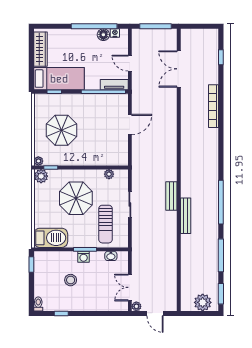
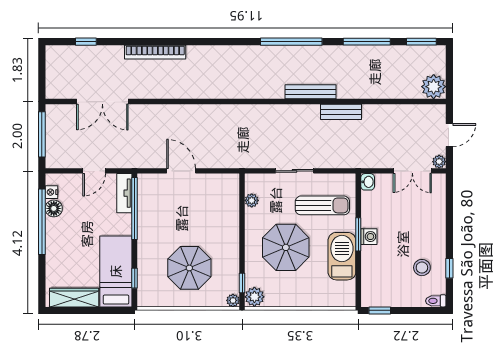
bench: (171, 196) -> (341, 112), moved
barbecue: (51, 238) -> (342, 256), moved
washbasin: (111, 256) -> (368, 182), moved
stool: (71, 280) -> (422, 268), moved
plant: (203, 302) -> (434, 87), moved

